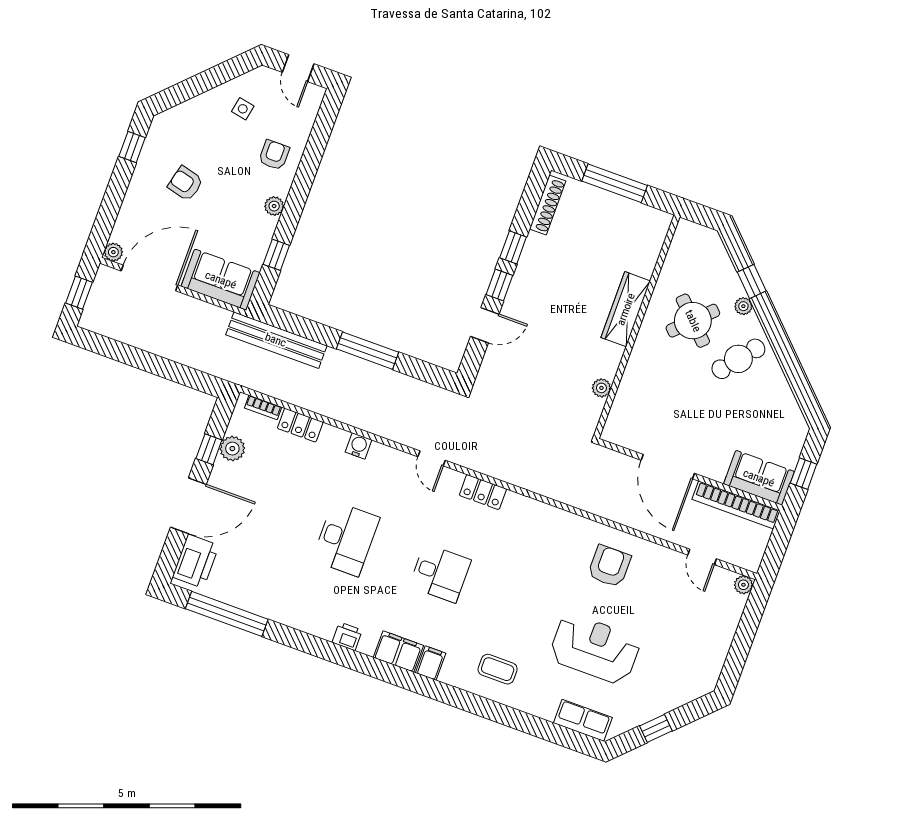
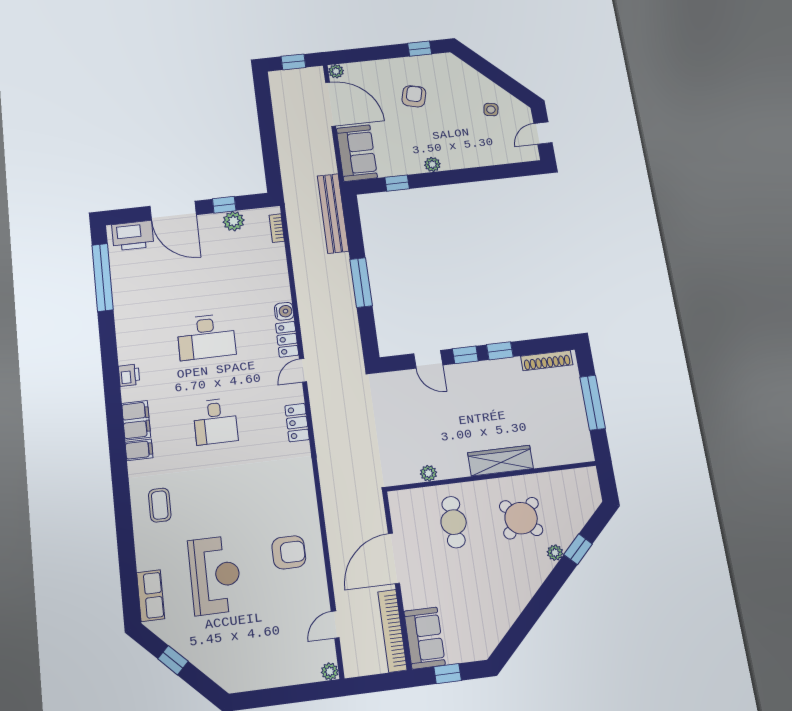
armchair: (274, 155) -> (470, 147), removed
cafe table: (738, 359) -> (454, 522), moved, turned 51
locker: (300, 425) -> (287, 339), moved

